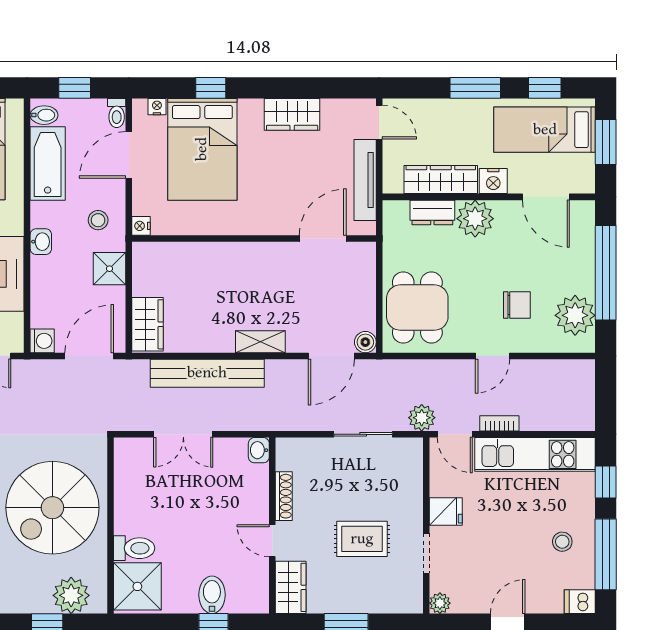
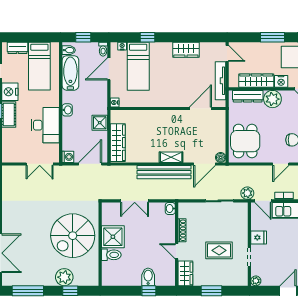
bed: (202, 149) -> (138, 66), width x0.67
dresser: (432, 212) -> (248, 96), width x1.44
stool: (98, 220) -> (94, 100), removed
wardrobe: (148, 324) -> (118, 143), width x1.50
bench: (207, 373) -> (164, 172), moved
shower: (137, 586) -> (113, 237), moved
plant: (71, 595) -> (64, 277), moved

